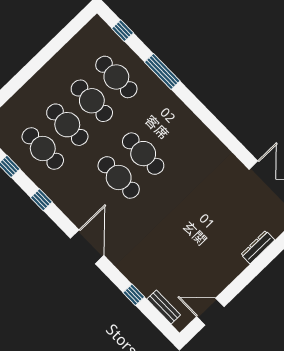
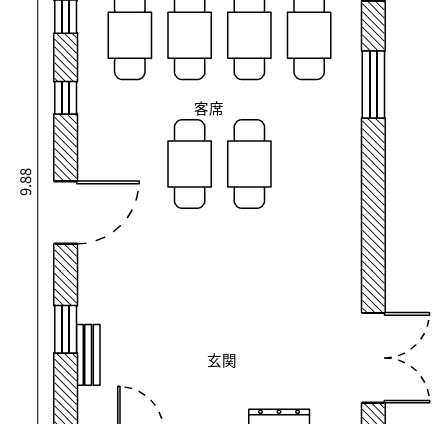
window: (134, 295) -> (66, 329), width x1.50
bench: (164, 307) -> (88, 355), moved

